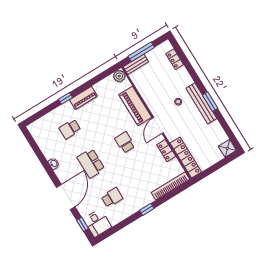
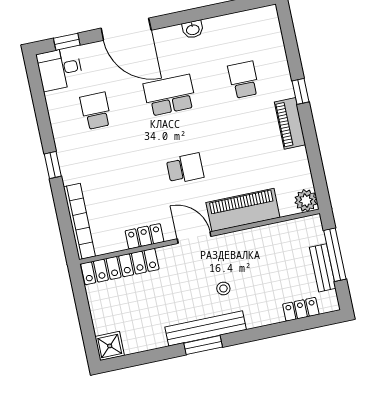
bench: (136, 64) -> (323, 268), moved
school desk: (112, 198) -> (96, 111), turned 180

